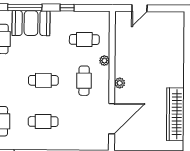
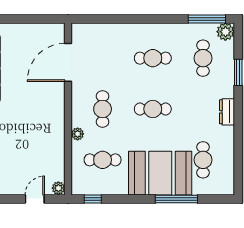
window: (67, 8) -> (93, 199), moved
booth: (31, 23) -> (160, 173), width x1.36, depth x1.42
plant: (120, 83) -> (58, 188), moved

